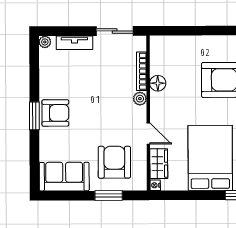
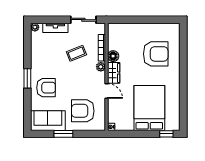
coffee table: (105, 79) -> (76, 53), added
armchair: (55, 113) -> (46, 88), moved
armchair: (114, 162) -> (83, 111), turned -90
wardrobe: (159, 164) -> (114, 73), moved
window: (109, 196) -> (63, 134), moved

